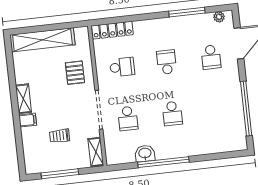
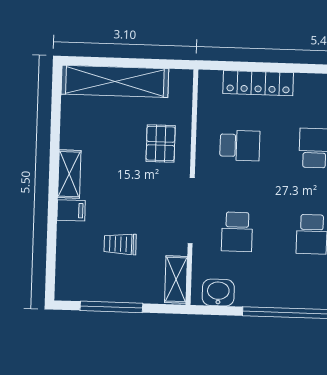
locker: (112, 30) -> (258, 83), moved
washbasin: (145, 153) -> (218, 293), moved

